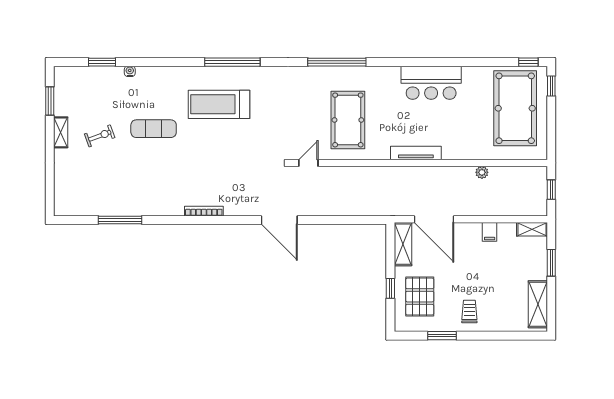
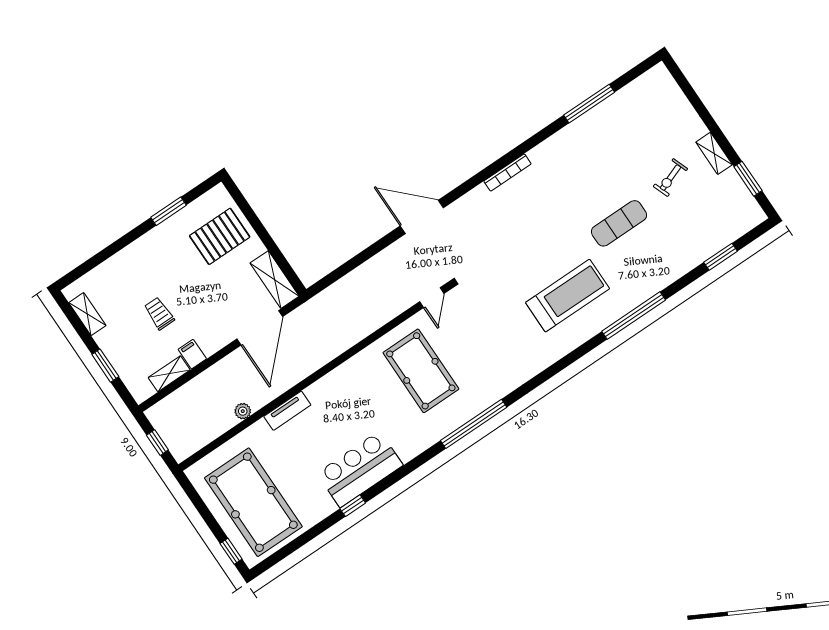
window: (232, 62) -> (634, 316), moved
window: (528, 62) -> (353, 506), moved
water cooler: (130, 71) -> (685, 267), removed
tv unit: (416, 153) -> (287, 411), moved, width x0.71
door: (434, 219) -> (260, 328), swing flipped
shelving: (532, 229) -> (169, 374), moved
window: (390, 288) -> (256, 224), removed
pallet: (420, 297) -> (220, 236), turned 90
shelving: (538, 304) -> (87, 314), width x0.67, depth x0.75
trolley: (469, 311) -> (159, 314), moved, turned 180

